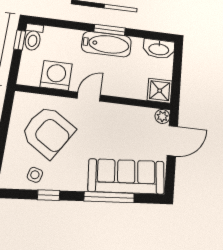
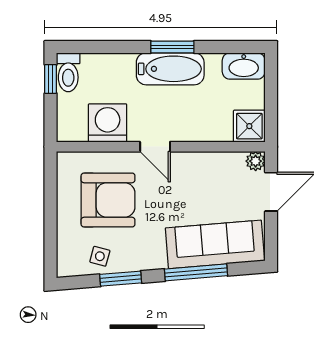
door: (89, 97) -> (155, 147), swing flipped
armchair: (48, 132) -> (108, 200), turned -33
window: (49, 195) -> (121, 279), width x1.50

